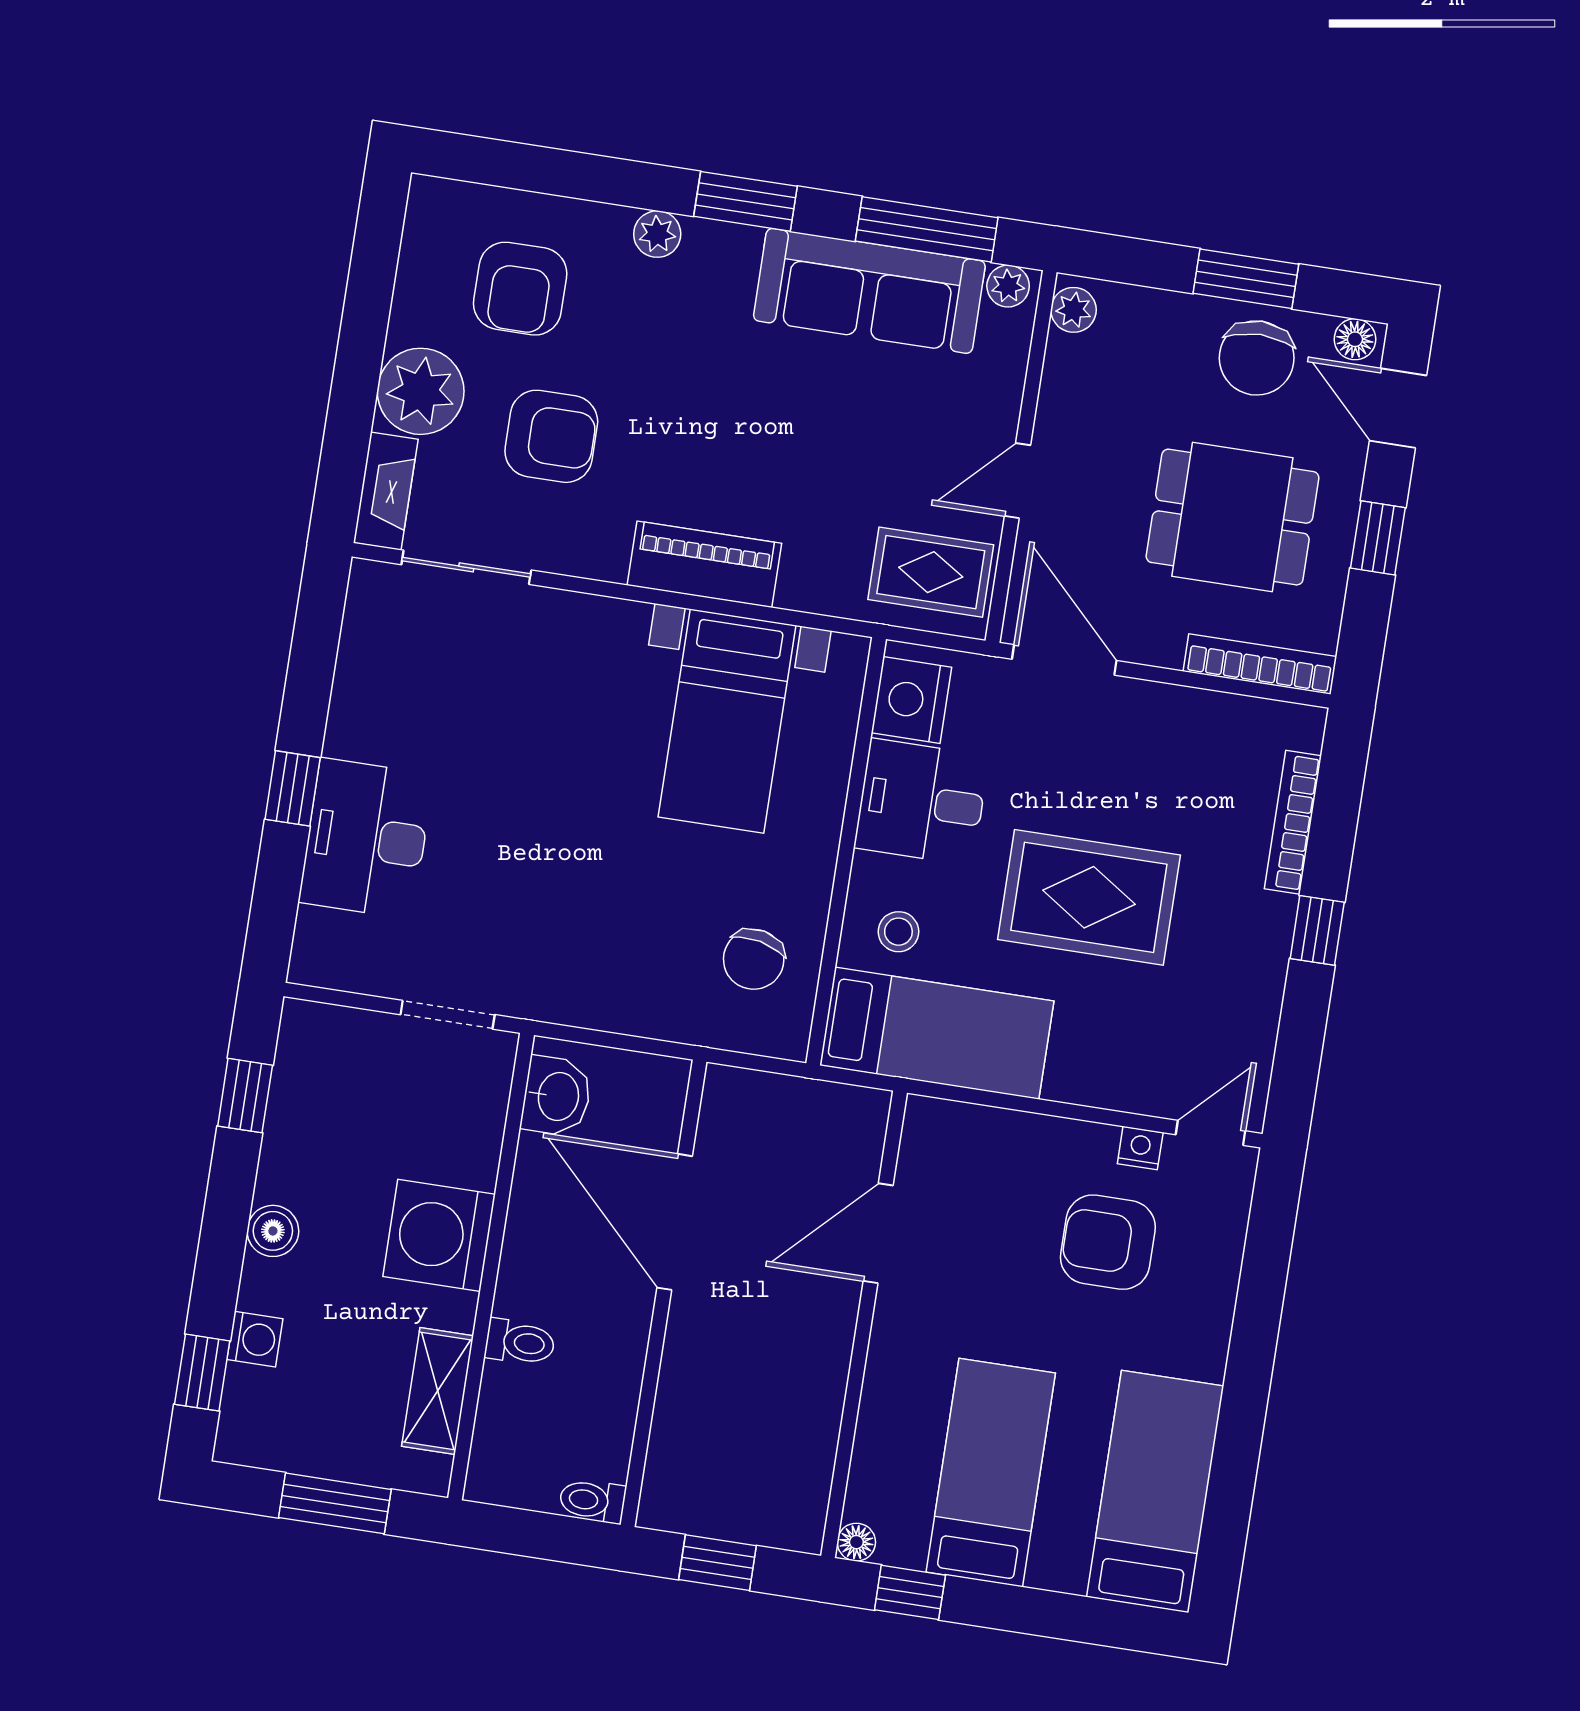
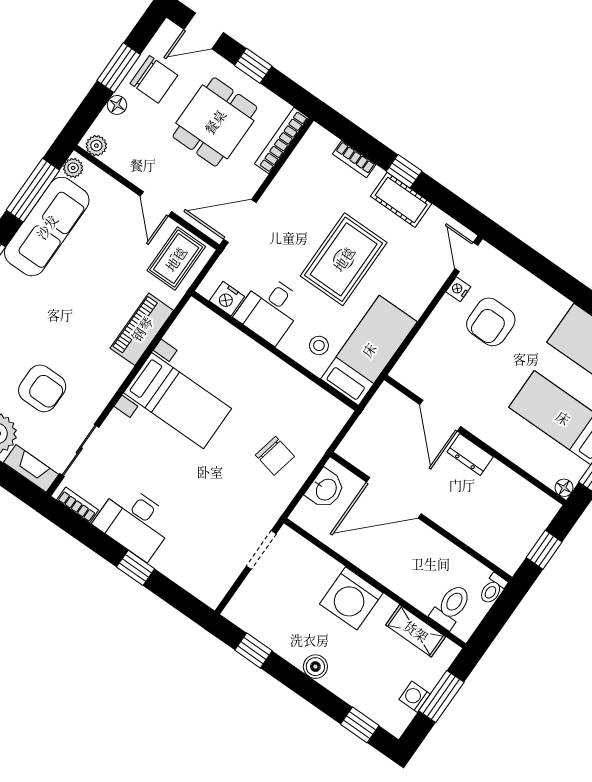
floor lamp: (1355, 339) -> (117, 105), moved
armchair: (551, 436) -> (42, 388), turned 90
piano: (704, 564) -> (142, 329), moved
bookcase: (360, 616) -> (78, 505), added
nightstand: (911, 700) -> (227, 299), width x0.74, depth x0.75
bed with nightstands: (727, 721) -> (177, 401), moved
bookcase: (1293, 822) -> (354, 159), width x0.64
desk: (366, 839) -> (135, 522), moved
cot: (1259, 952) -> (401, 200), added
chair: (754, 959) -> (275, 456), moved
washbasin: (557, 1096) -> (326, 489), moved, turned 90
dresser: (831, 1328) -> (470, 454), added
washing machine: (255, 1339) -> (415, 697), moved, turned -90
toilet: (520, 1342) -> (451, 606), moved, width x1.37, depth x1.39

